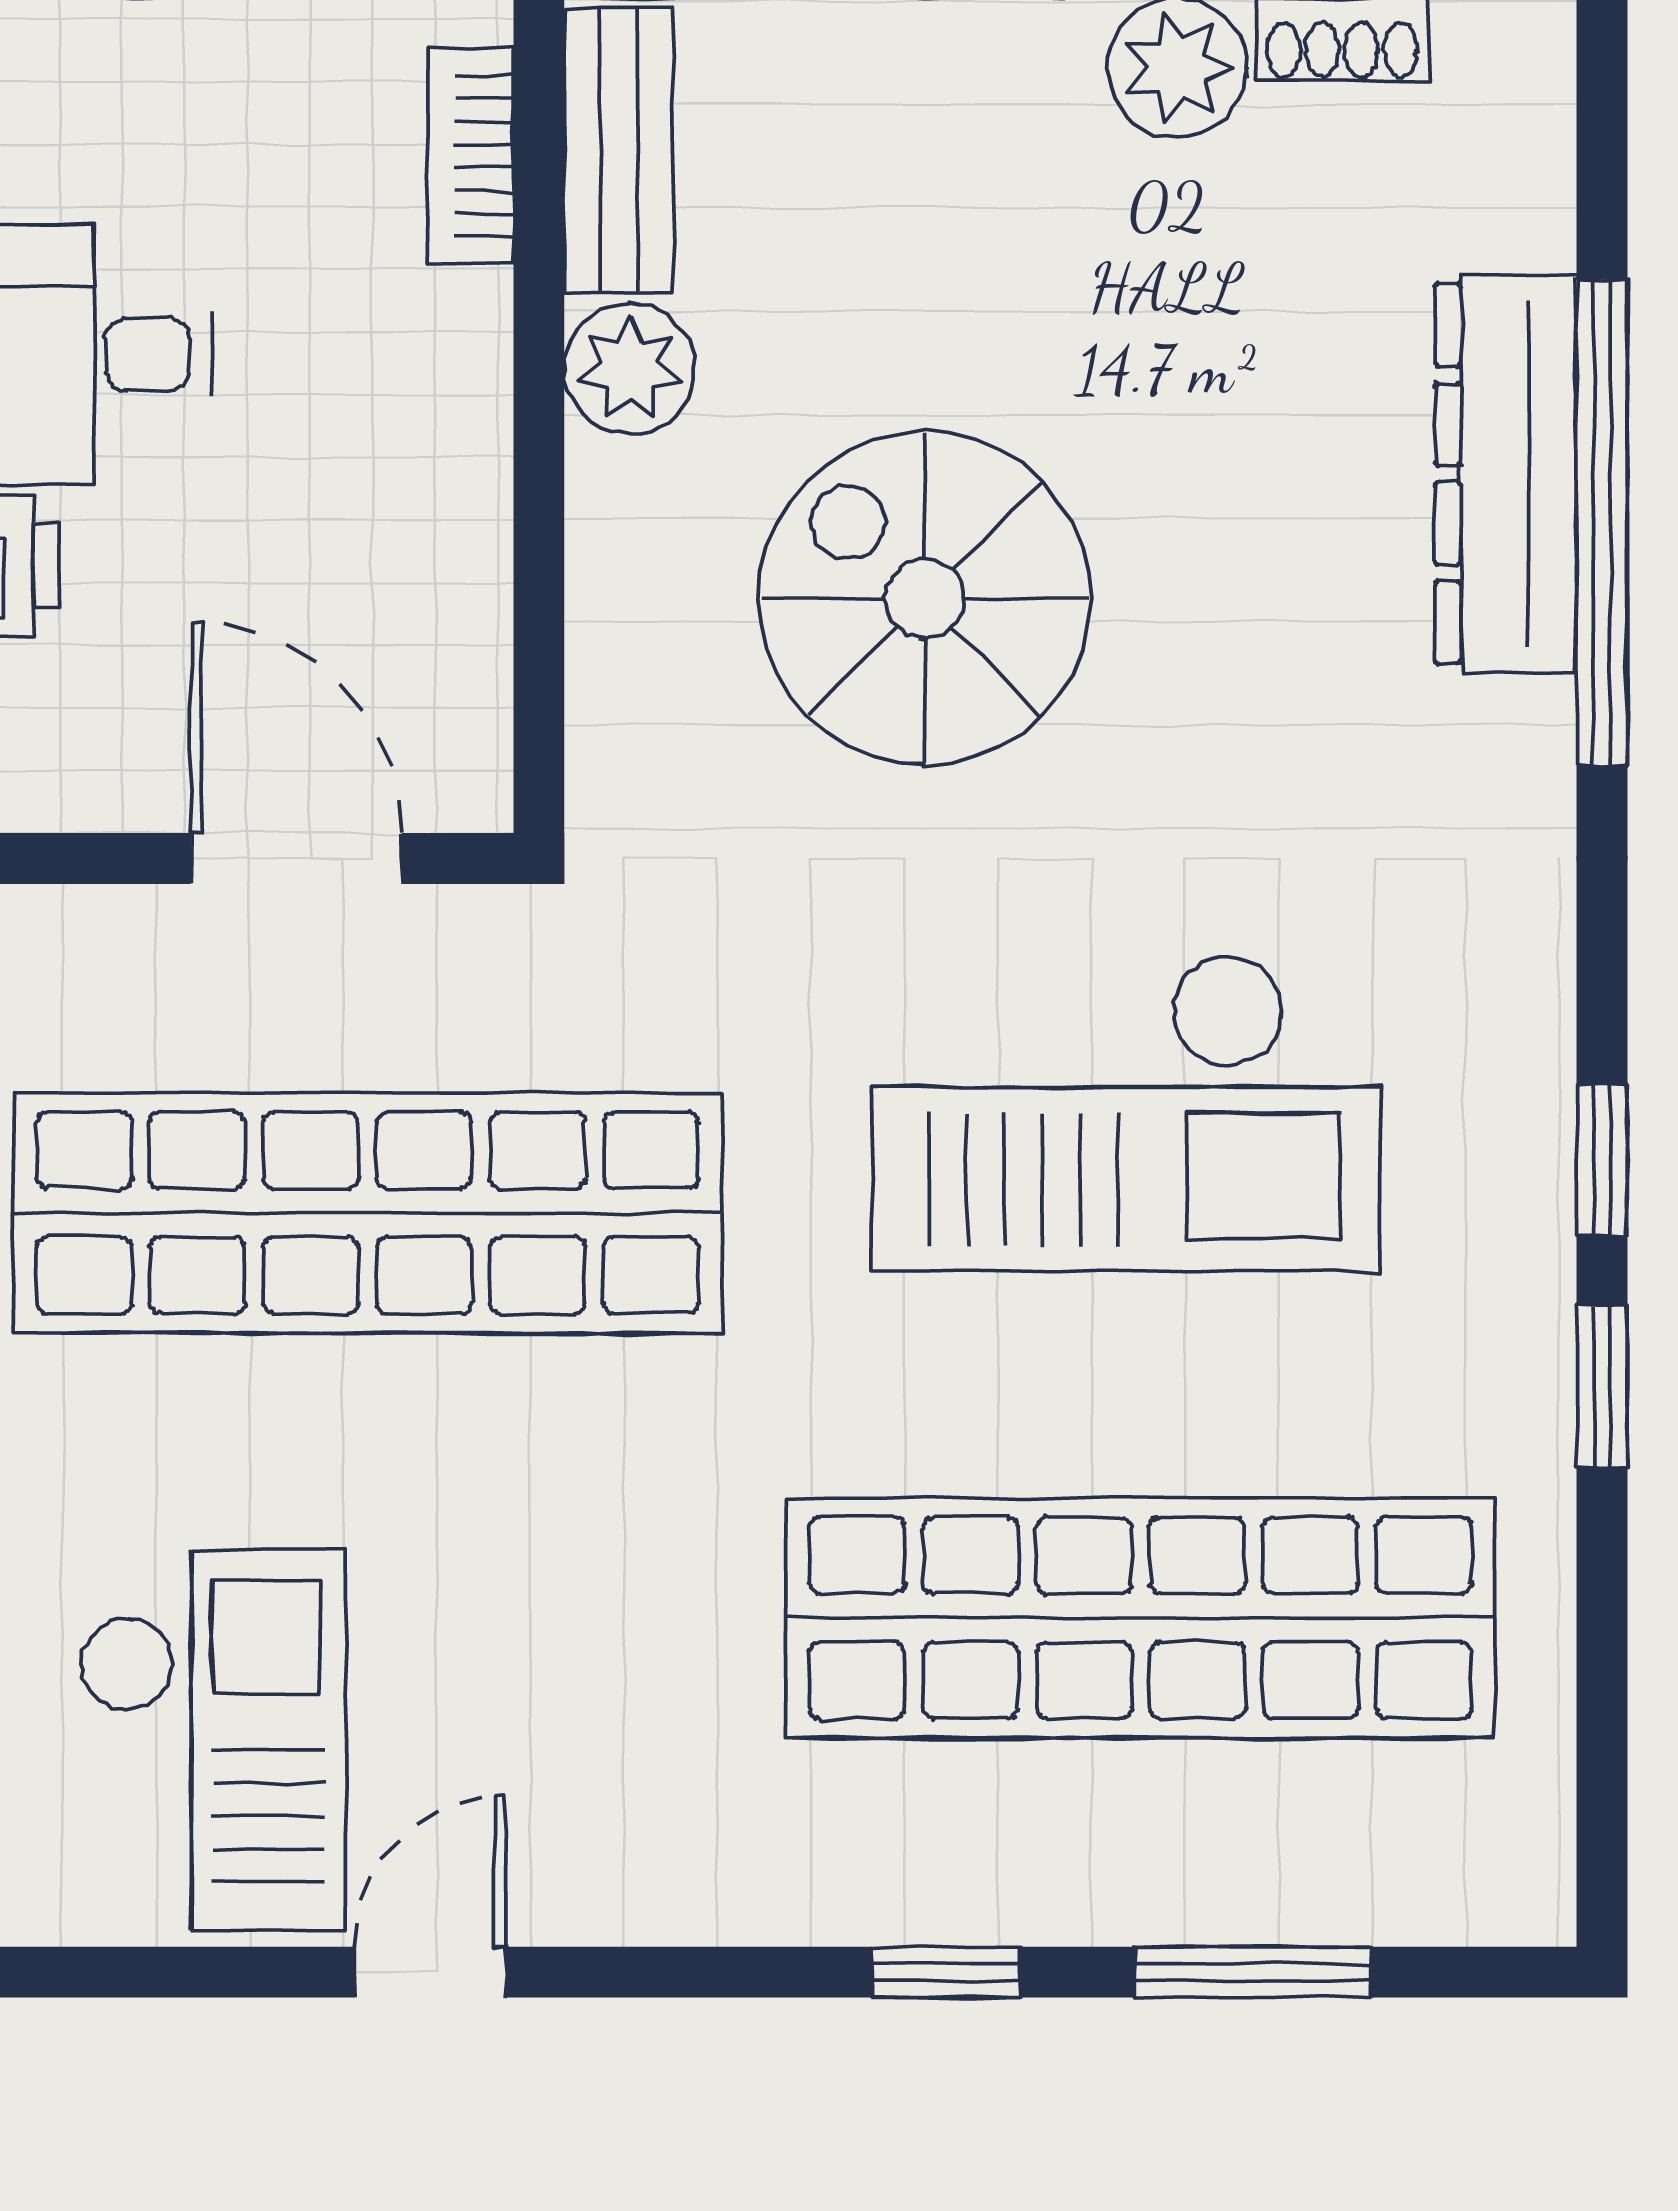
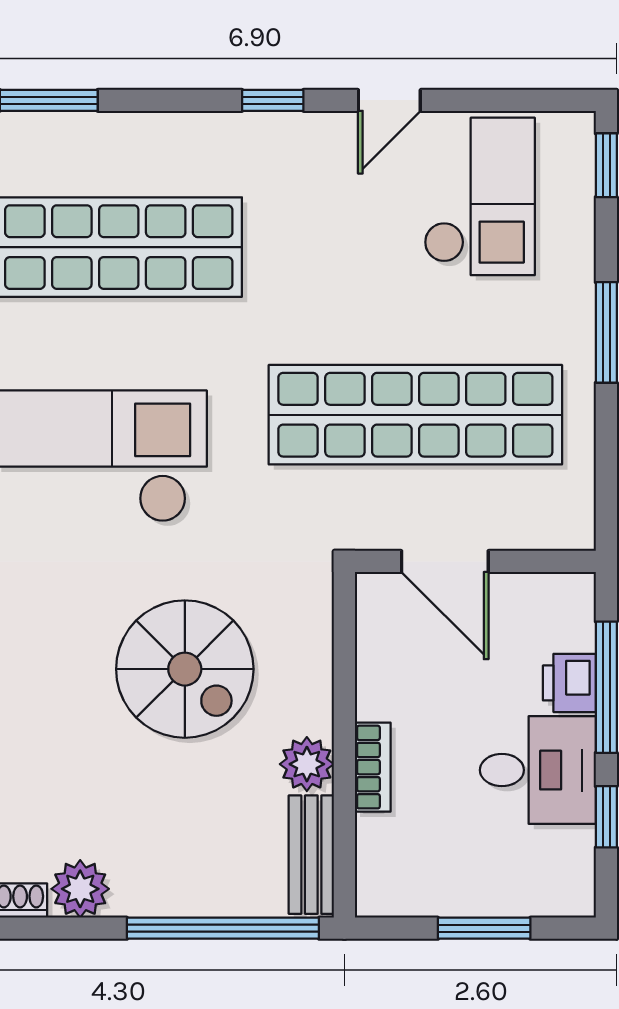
bookcase: (471, 156) -> (373, 767), moved
checkout: (213, 1740) -> (480, 196), turned 180
window: (946, 1972) -> (273, 100), moved

